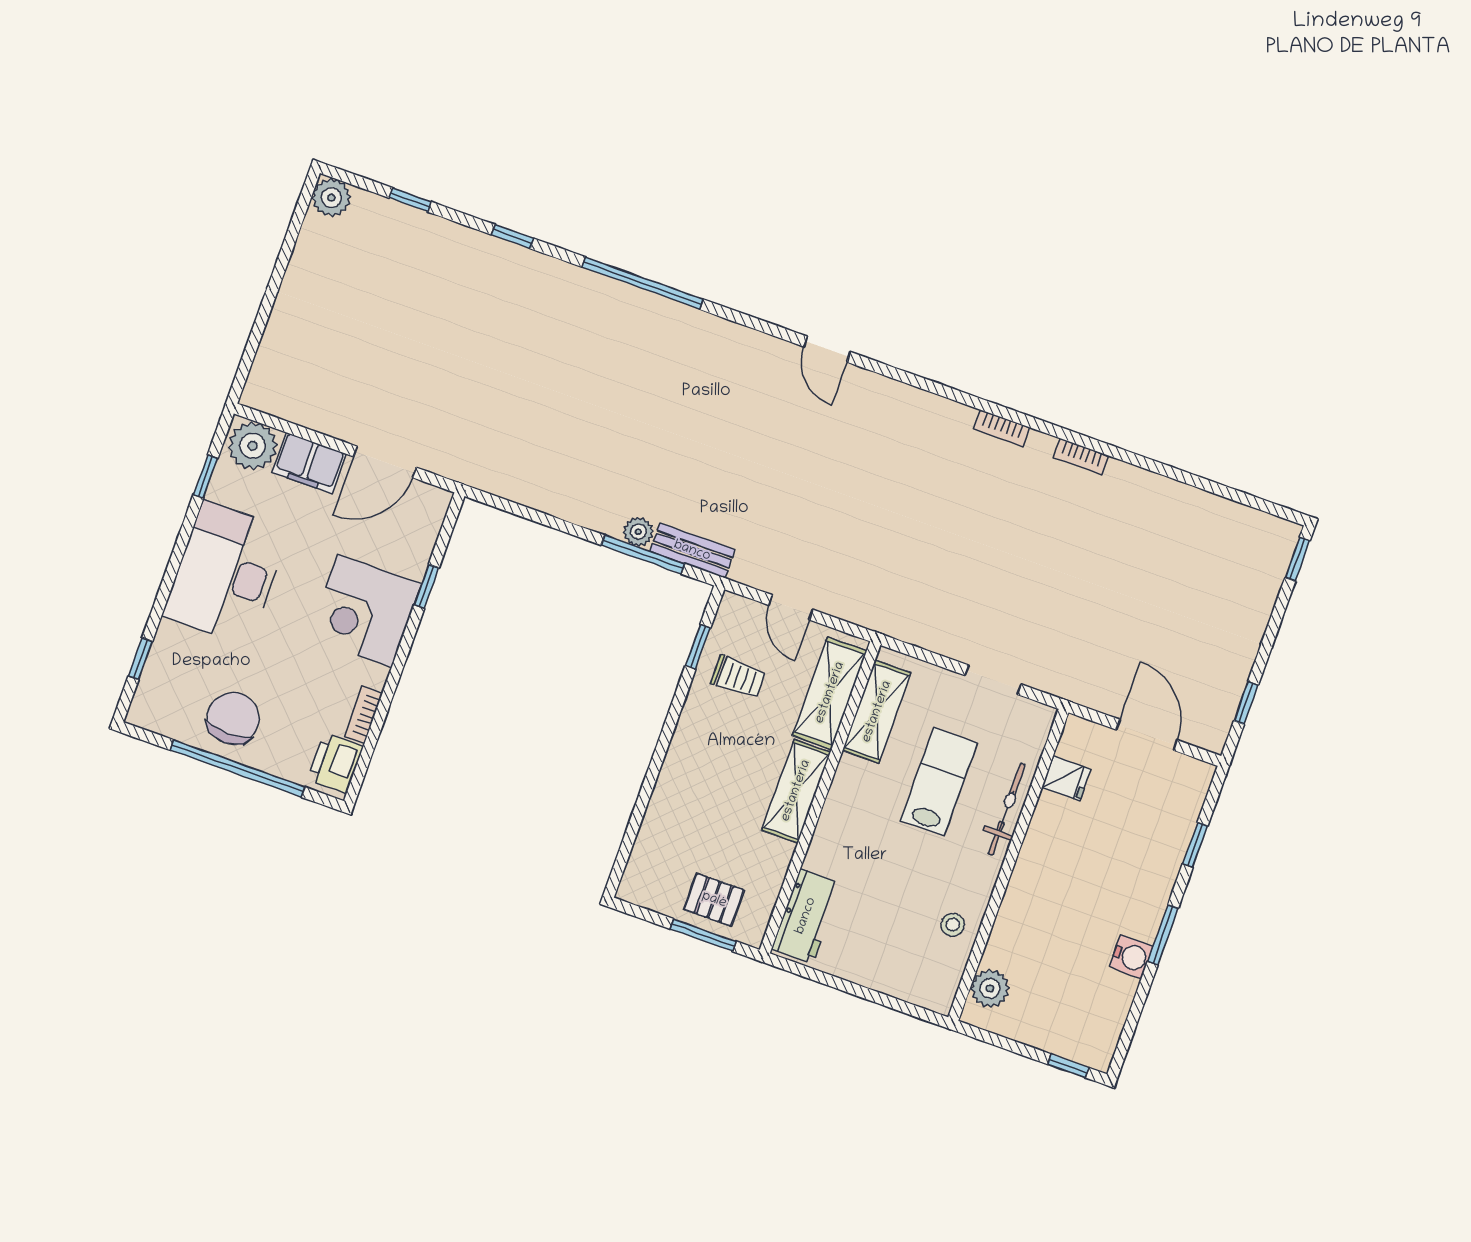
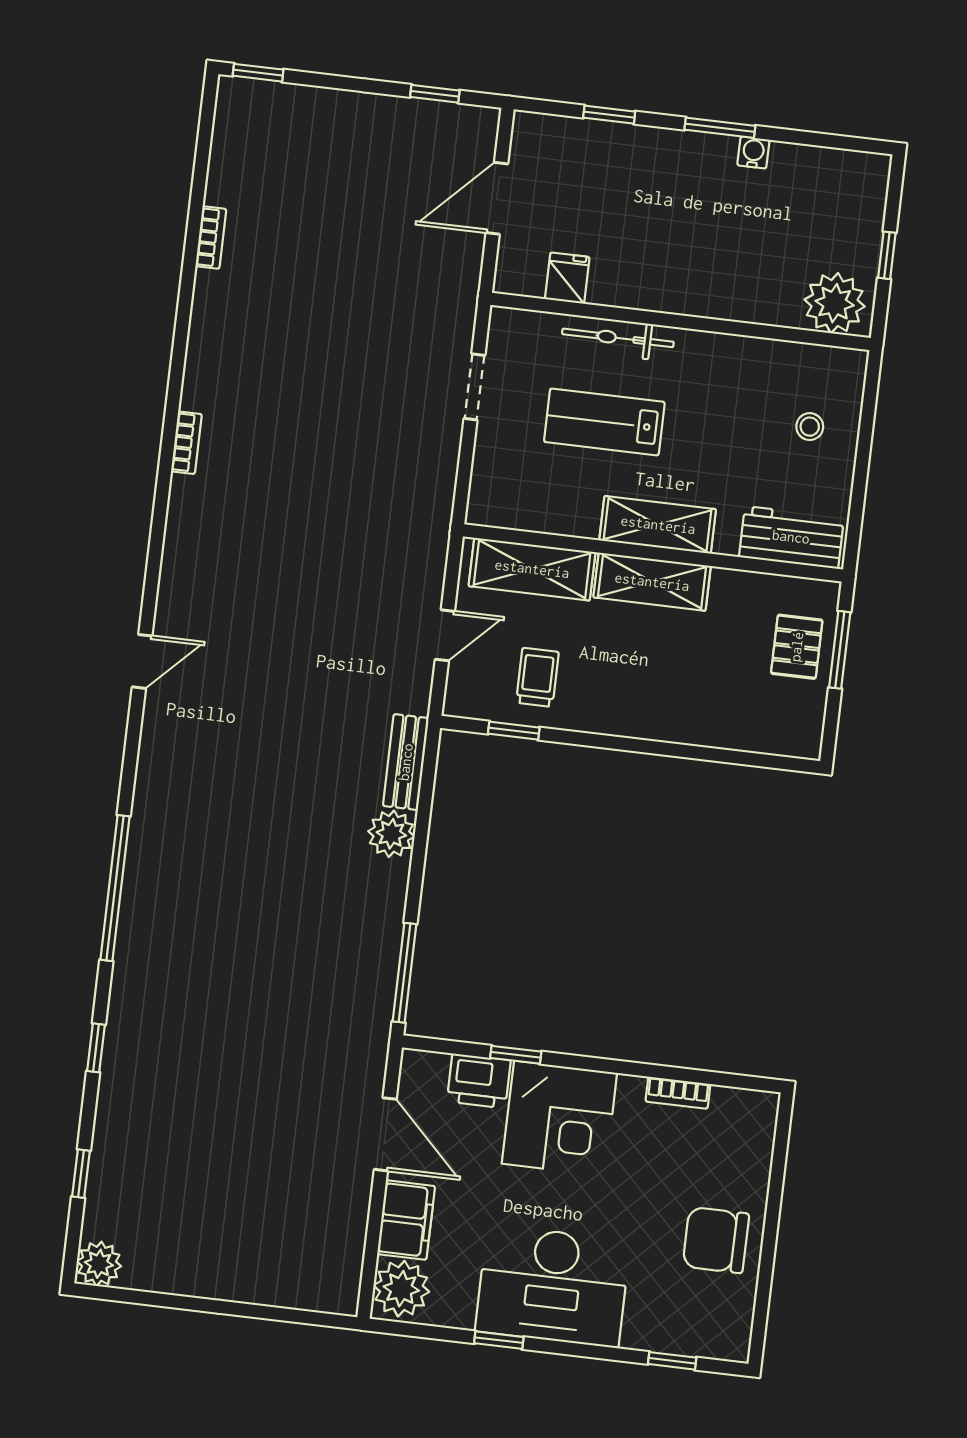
bookcase: (1081, 457) -> (211, 238), moved
window: (205, 477) -> (499, 1340), moved
plant: (638, 532) -> (391, 834), width x1.38, depth x1.38
window: (643, 554) -> (405, 973), moved
shelving: (877, 712) -> (658, 525), moved
printer: (335, 763) -> (479, 1081), moved
window: (237, 768) -> (772, 1222), removed
stool: (953, 925) -> (810, 427), moved
water cooler: (1131, 957) -> (753, 153), width x0.72, depth x0.72
plant: (990, 988) -> (835, 303), width x1.36, depth x1.36
window: (1068, 1066) -> (887, 255), moved

